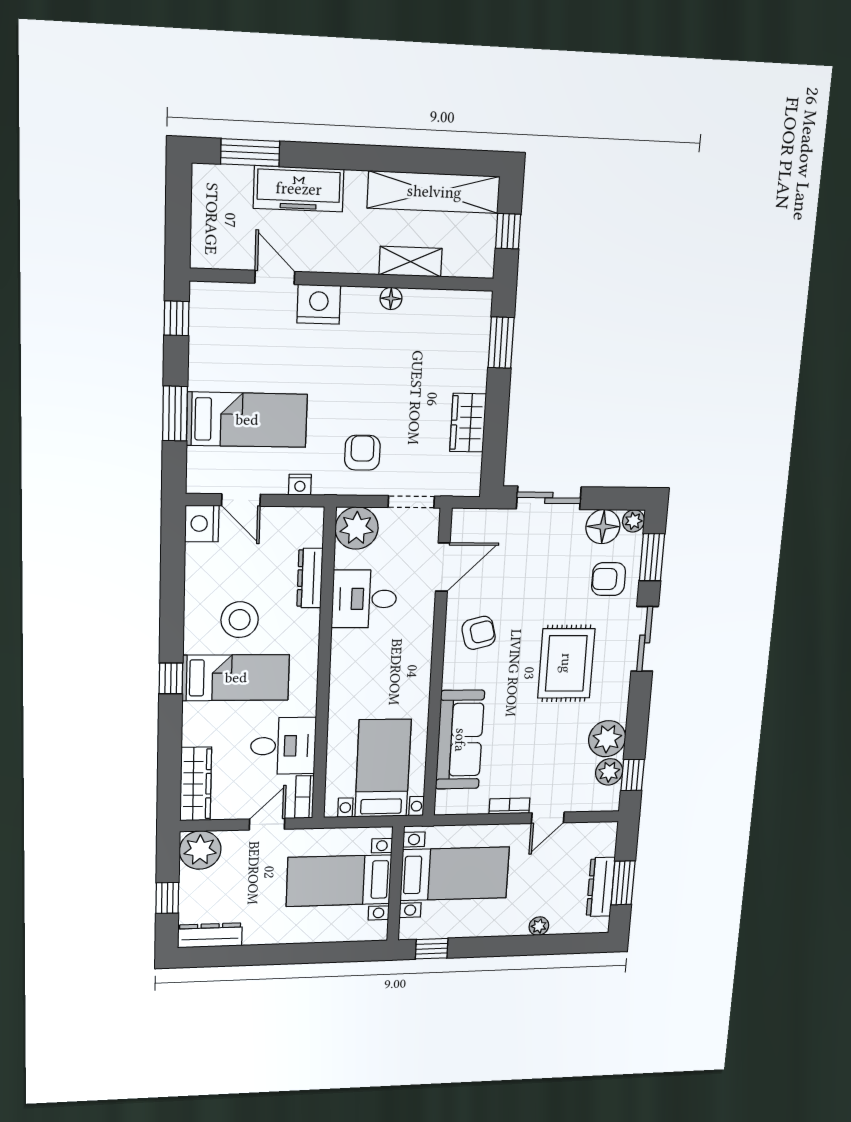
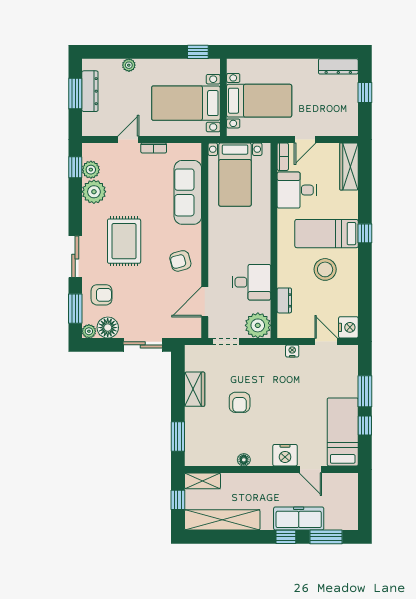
window: (323, 156) -> (286, 537), added
shelving: (411, 262) -> (202, 481), moved
window: (177, 318) -> (365, 426), moved
bed: (247, 420) -> (343, 432), moved, turned 90
armchair: (362, 453) -> (240, 402), moved
dresser: (310, 578) -> (284, 300), width x0.70
plant: (200, 850) -> (345, 124), removed

